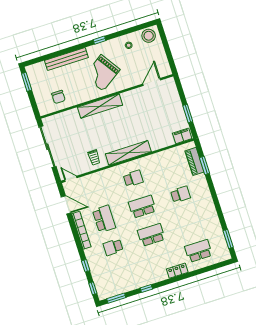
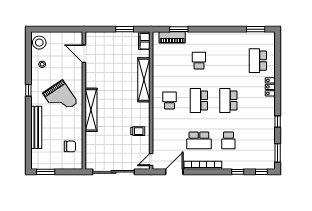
shelving: (128, 153) -> (144, 80), moved
school desk: (104, 219) -> (199, 140), turned 180

